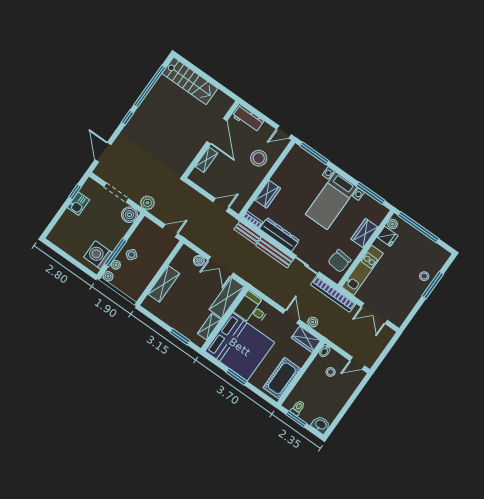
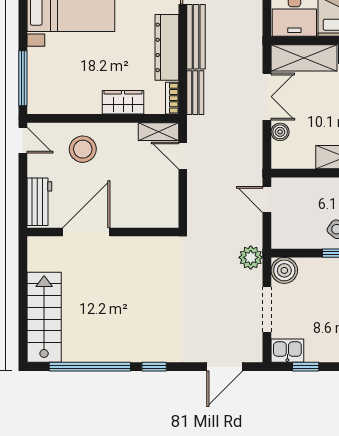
shelving: (206, 160) -> (158, 132), moved
kitchen sink: (78, 204) -> (287, 351), moved

